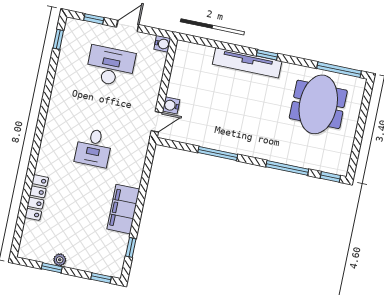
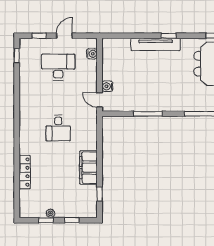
water cooler: (162, 44) -> (92, 54), moved
door: (157, 122) -> (100, 100), swing flipped
window: (101, 278) -> (72, 220), moved

